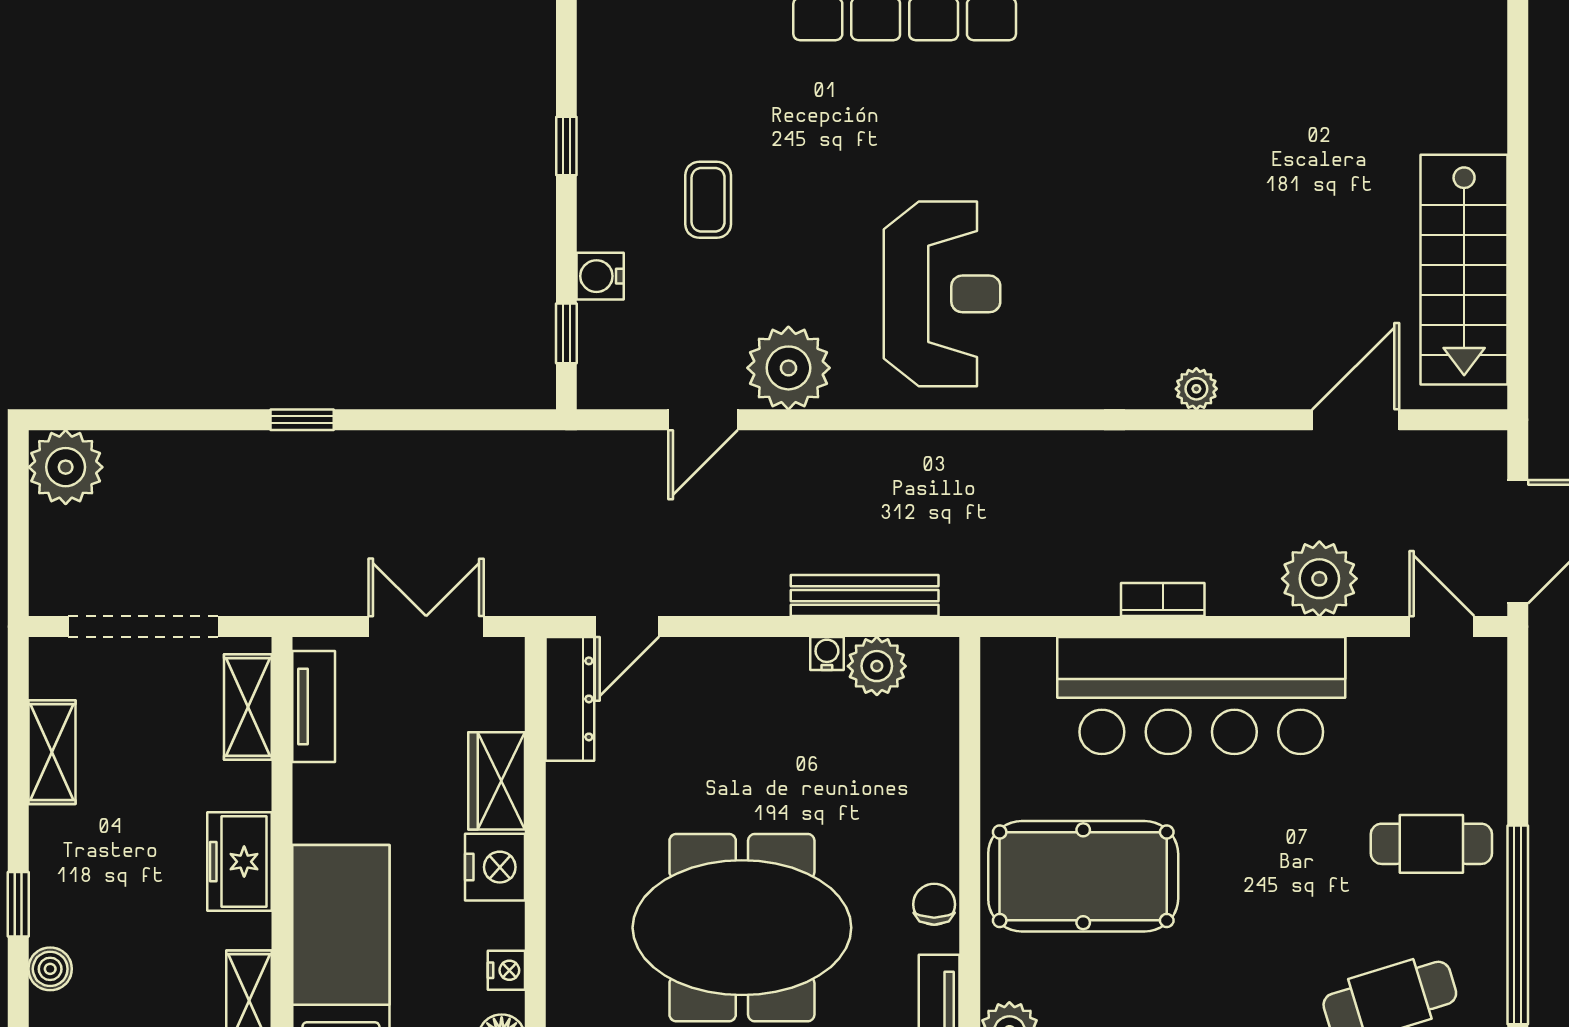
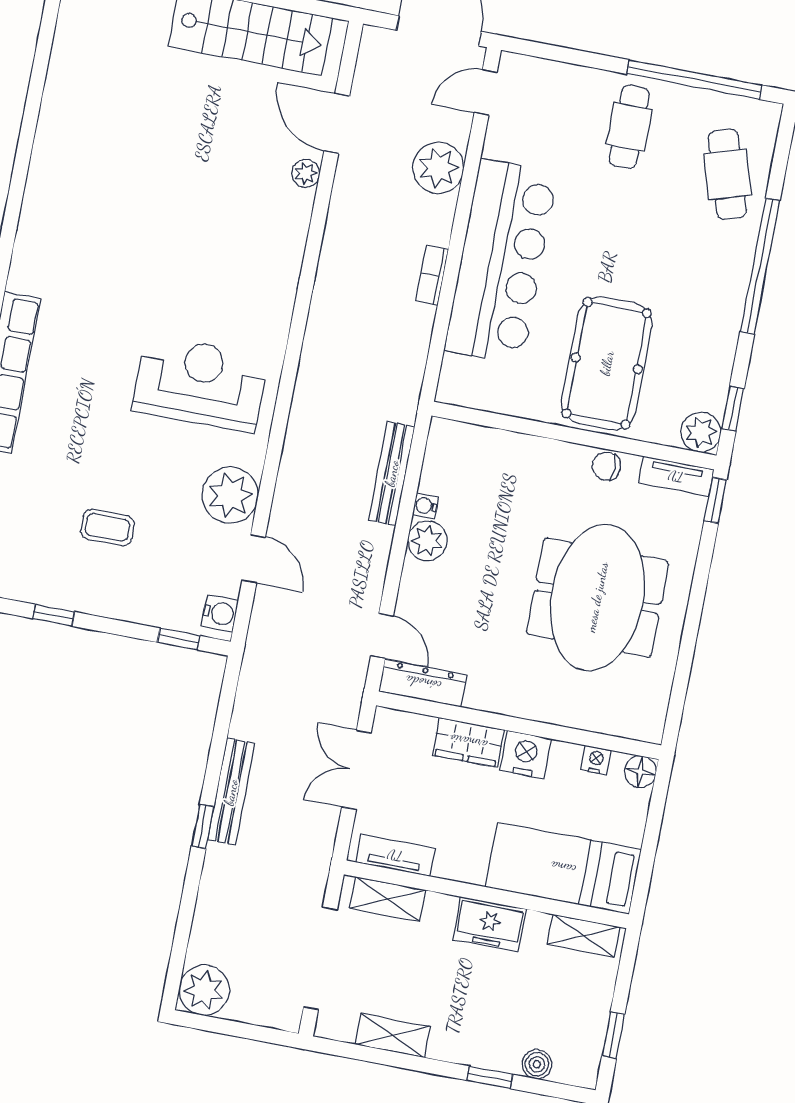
water cooler: (600, 276) -> (220, 613), moved, turned -90
plant: (1196, 389) -> (306, 173), moved
bench: (360, 451) -> (231, 792), added
plant: (877, 666) -> (427, 541), moved

